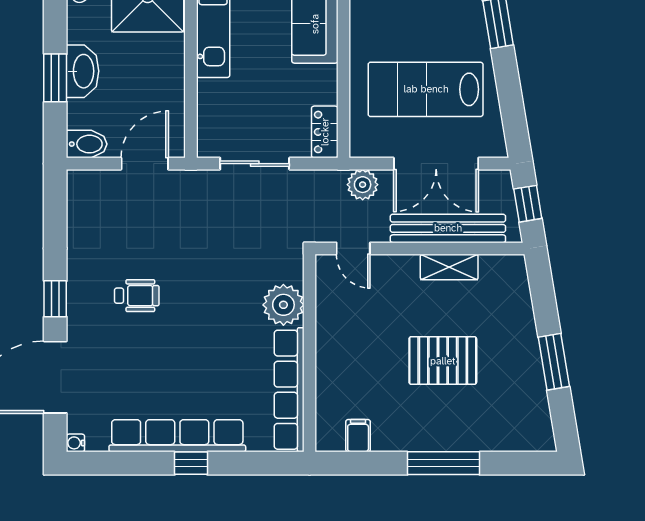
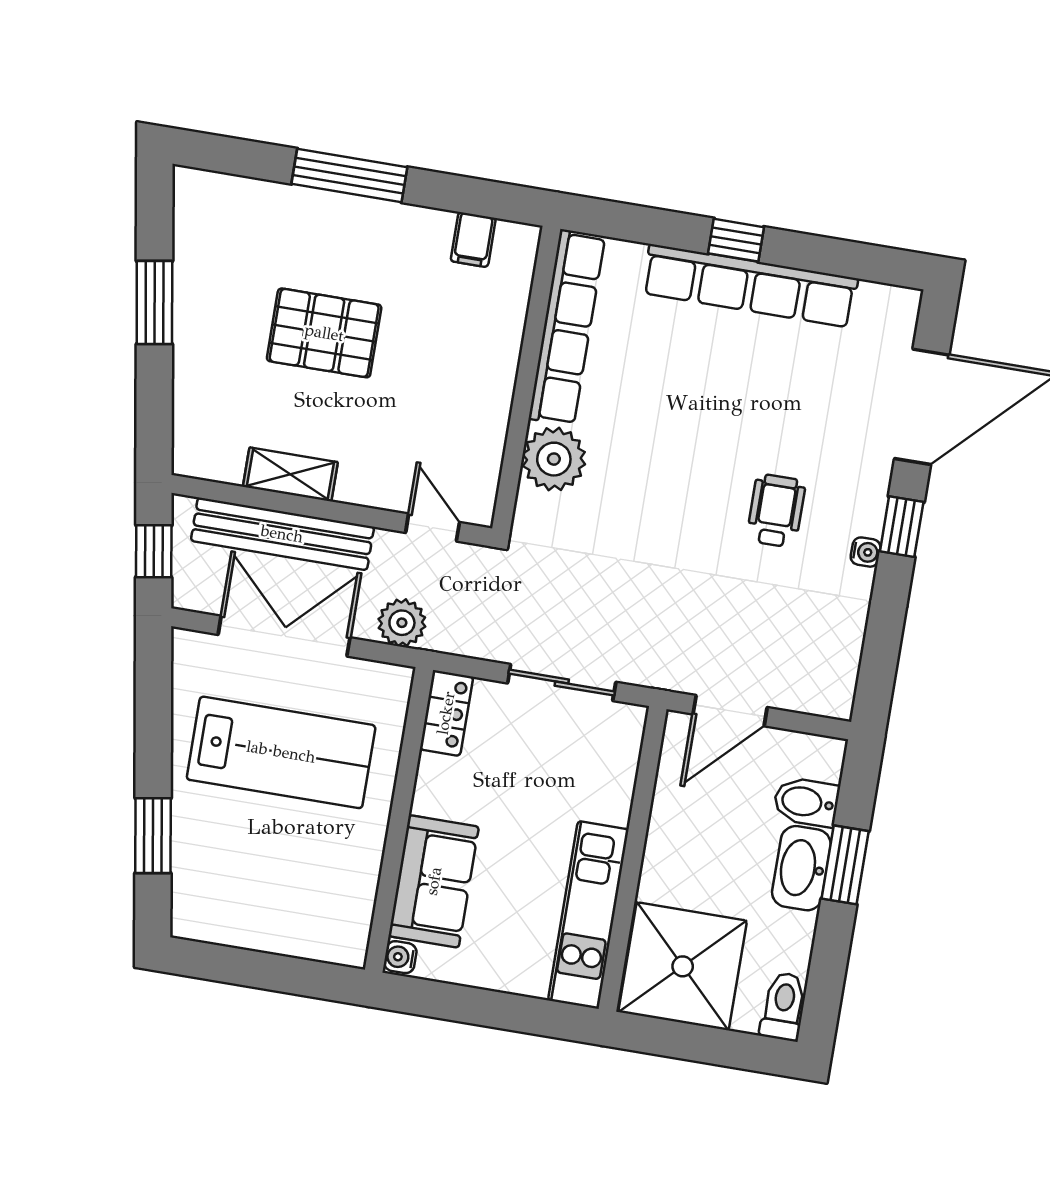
bidet: (87, 144) -> (806, 802), moved
wheelchair: (137, 296) -> (776, 511), turned 90
water cooler: (75, 443) -> (866, 552), moved

